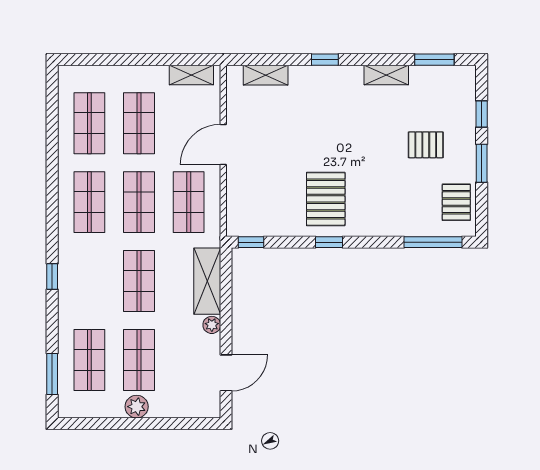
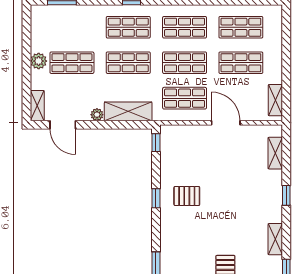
pallet: (326, 199) -> (187, 196), width x0.67, depth x0.71
shop shelf: (89, 360) -> (128, 27), moved
shelving: (199, 408) -> (37, 106), added

